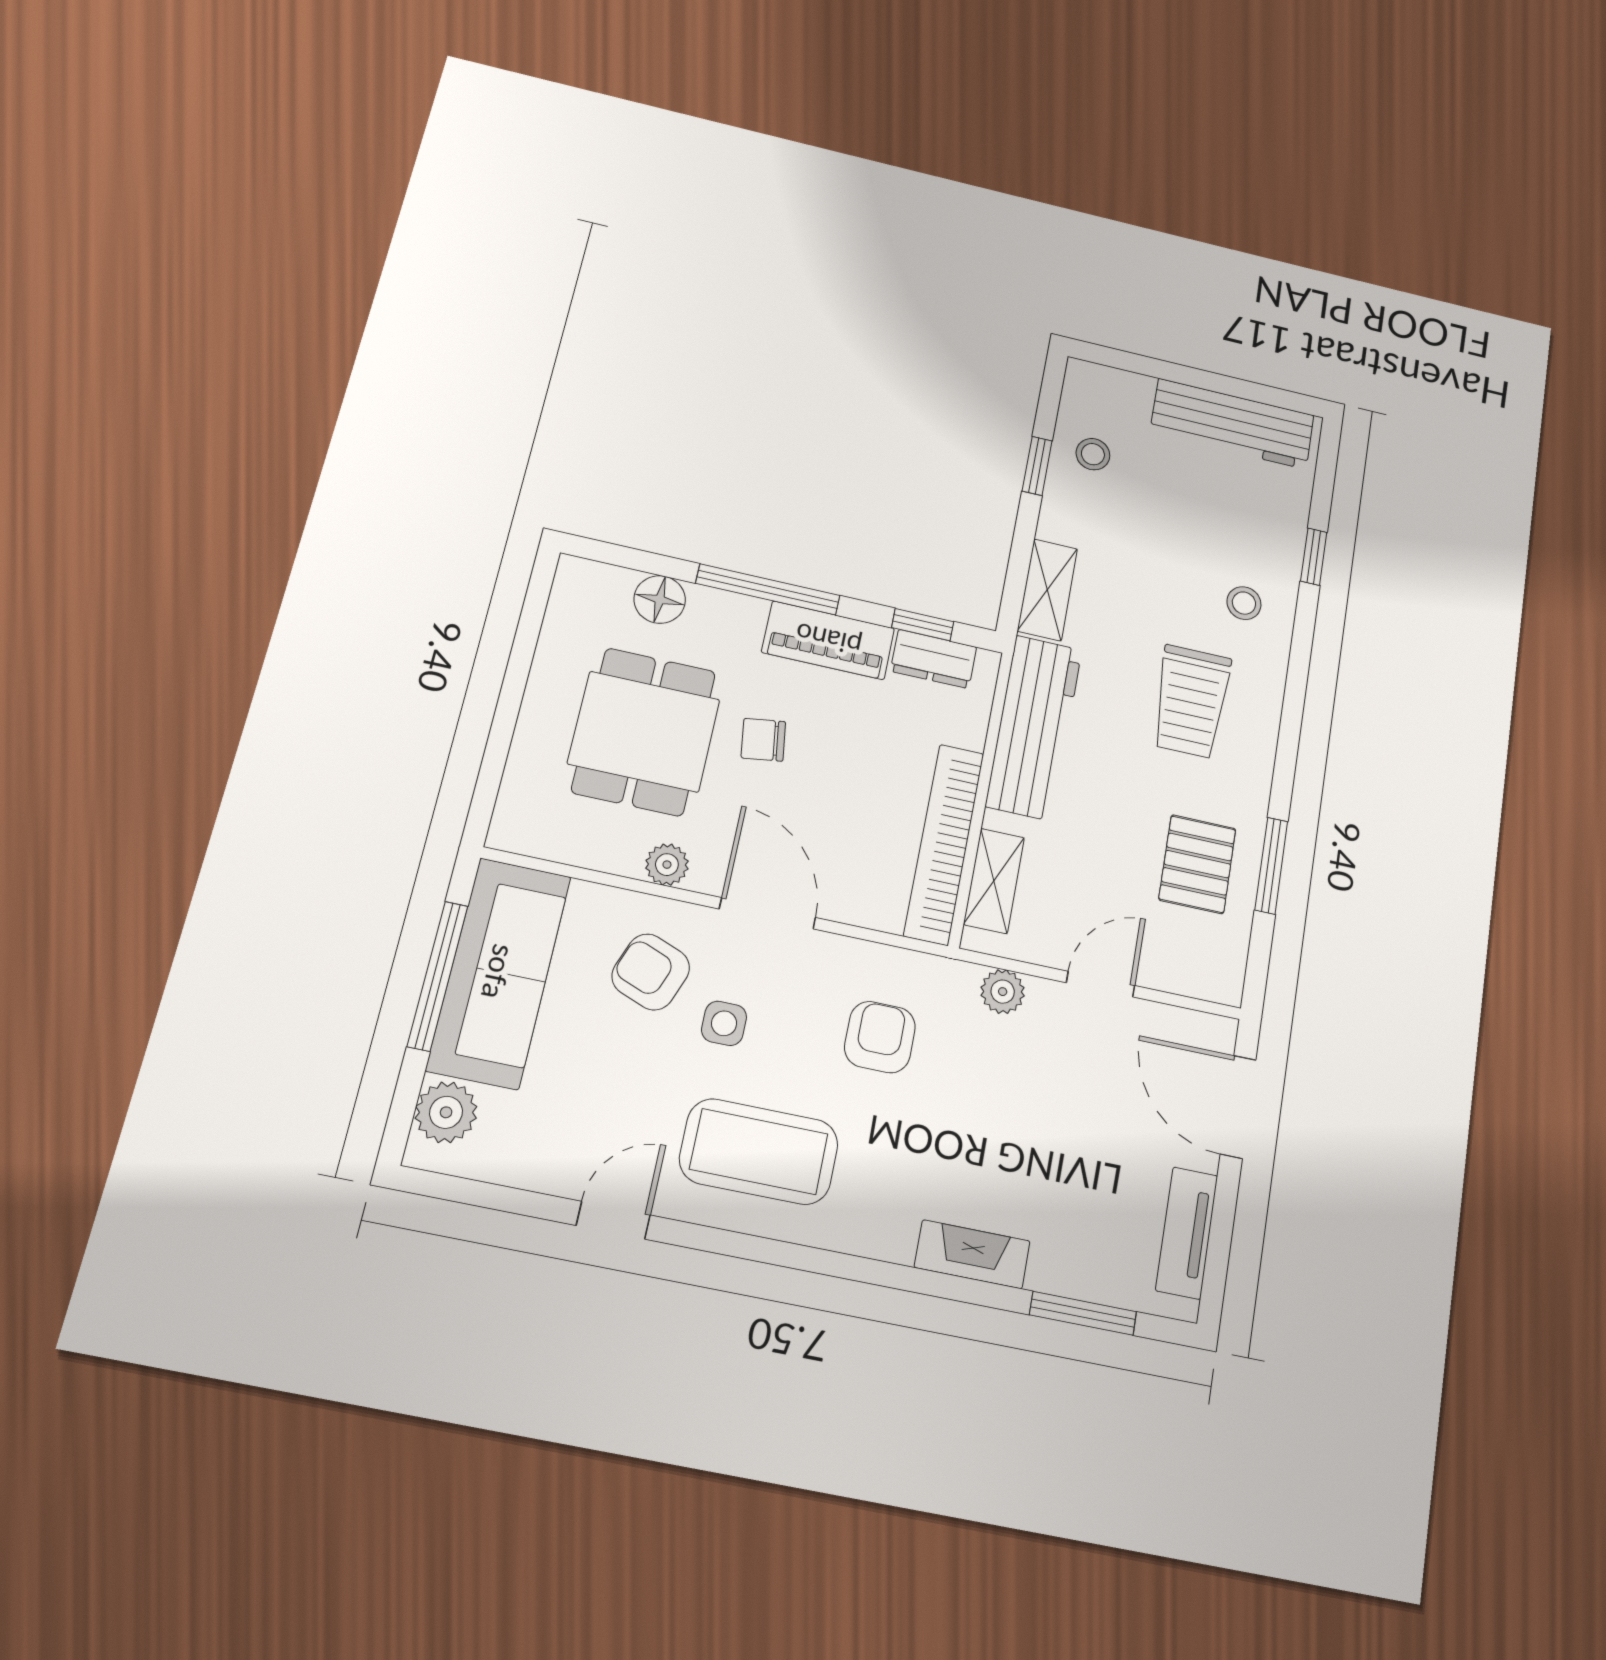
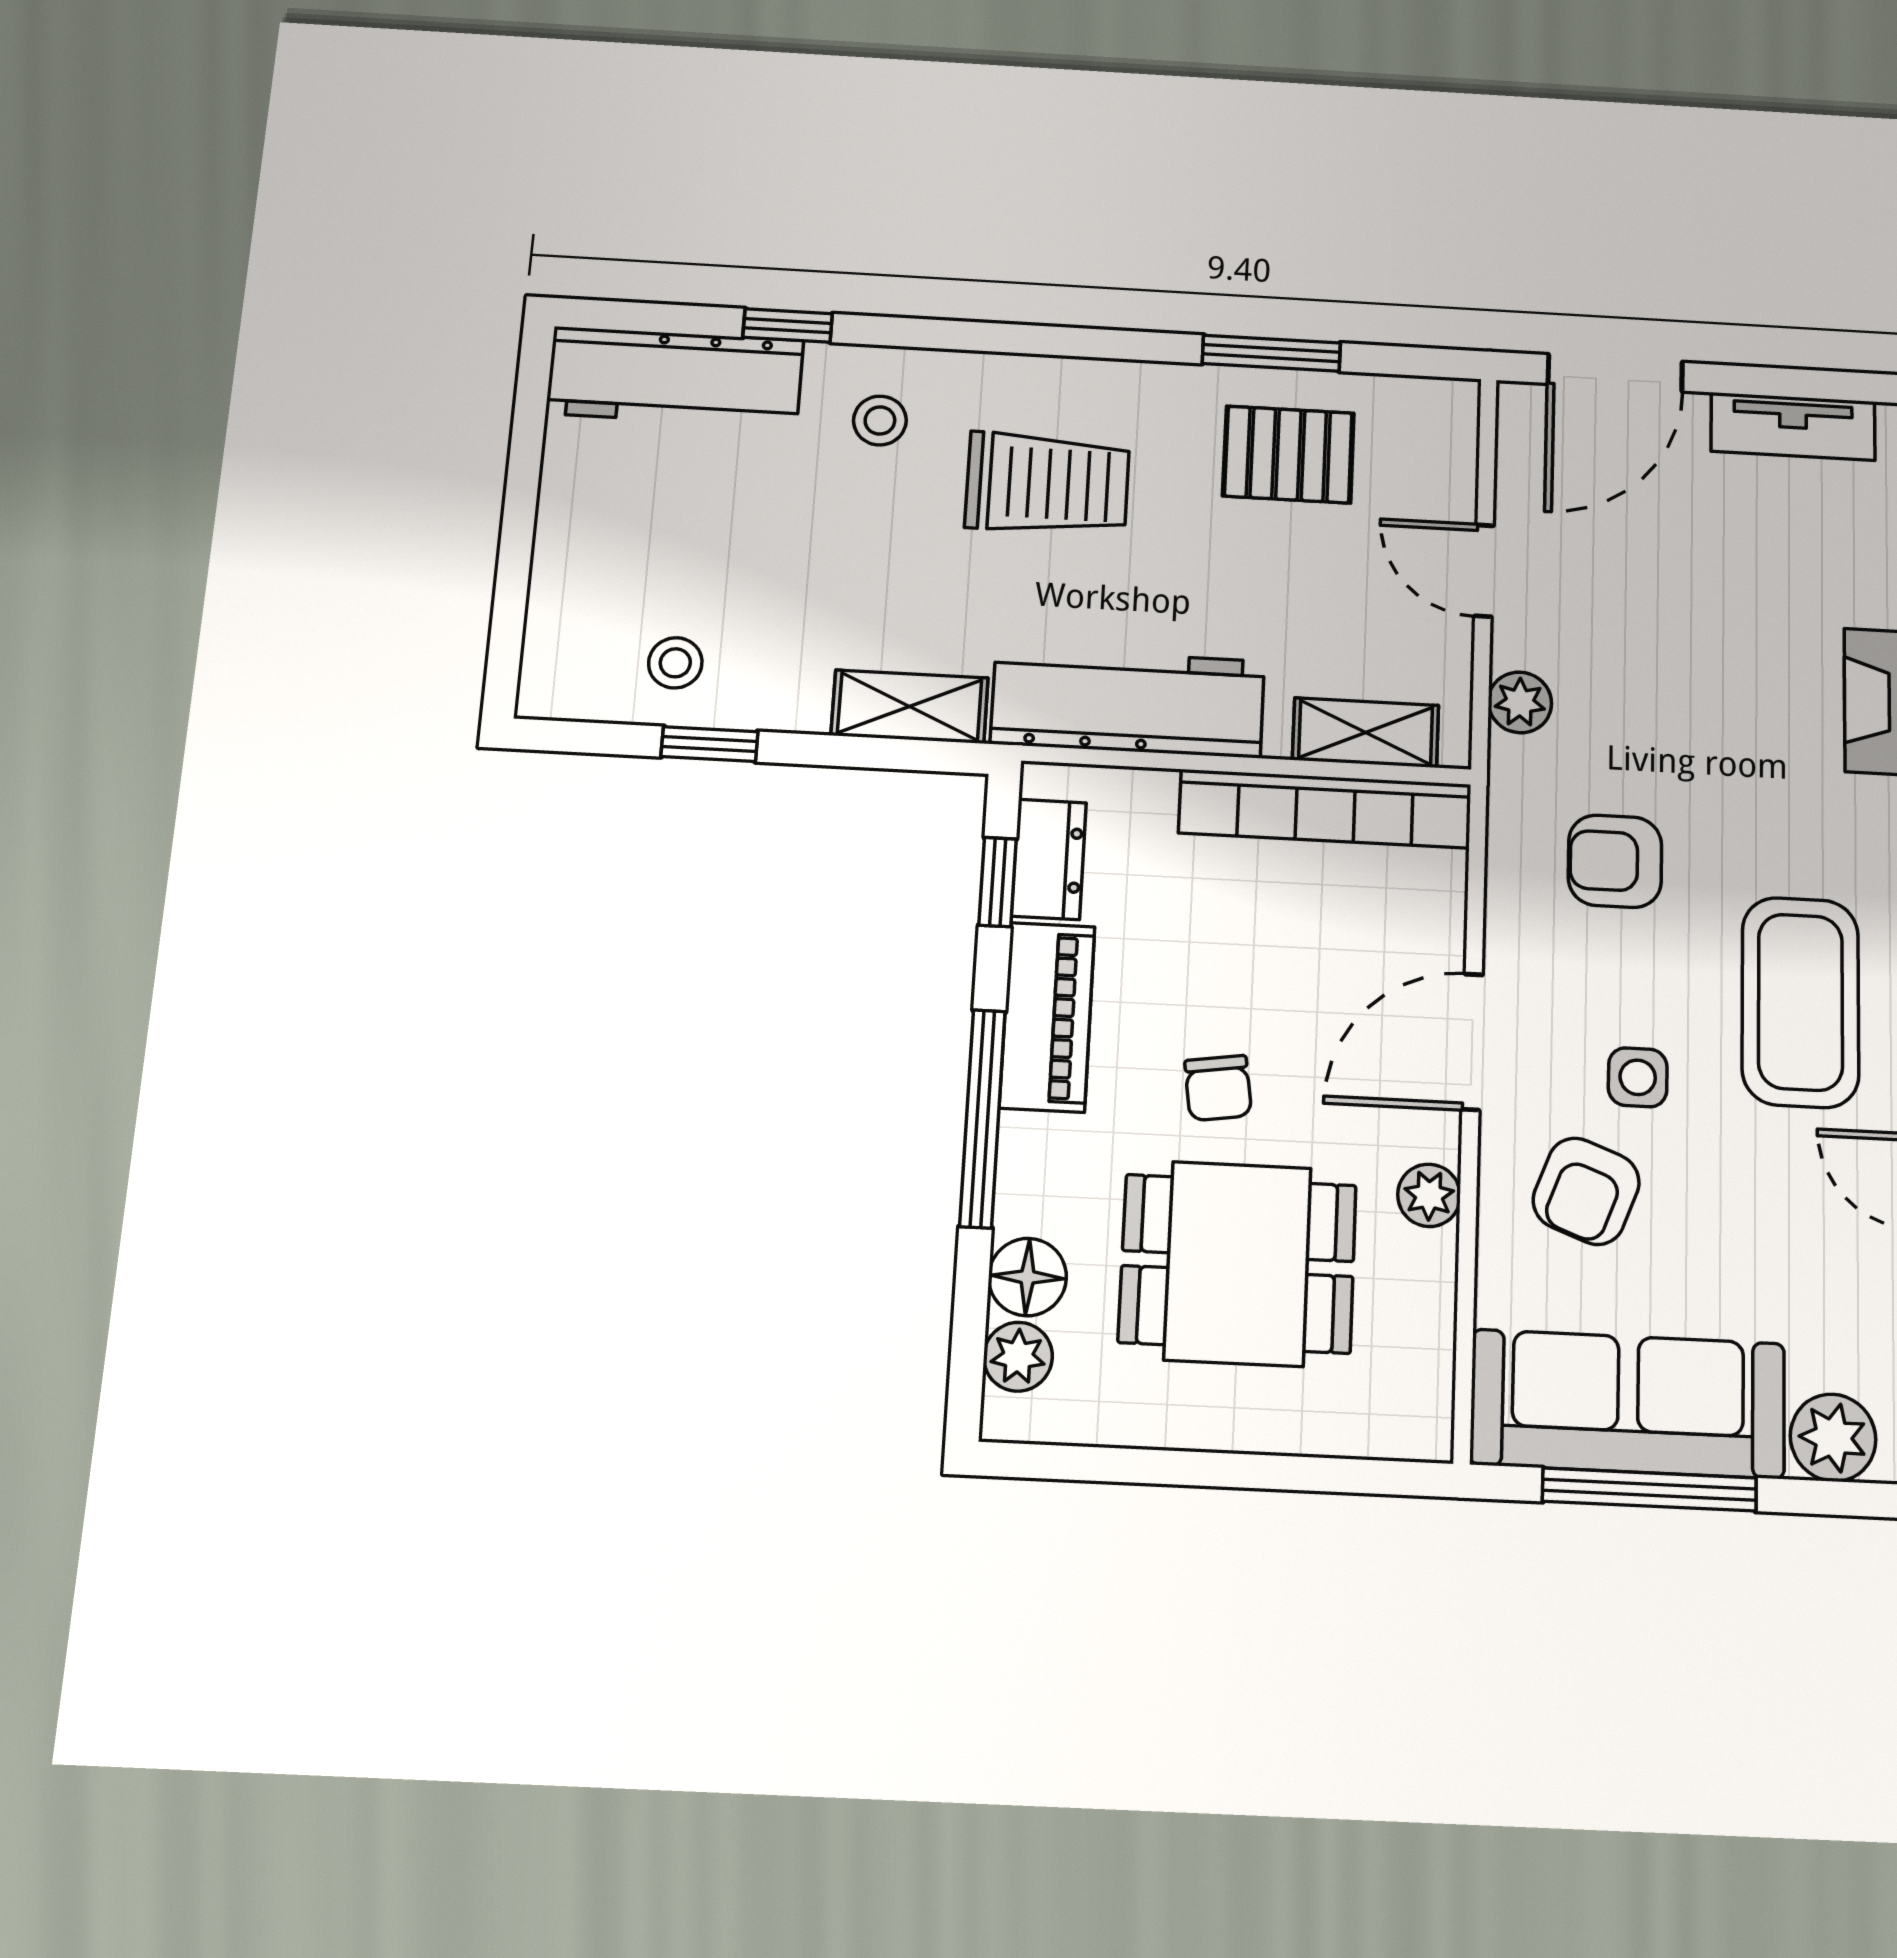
workbench: (1232, 424) -> (675, 377), moved, turned 90
plant: (609, 585) -> (1018, 1357), added

